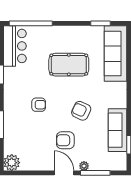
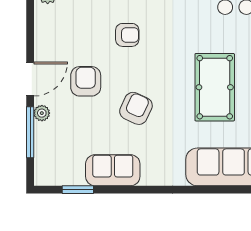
armchair: (39, 105) -> (127, 35), moved, turned -90
sofa: (117, 130) -> (113, 170), width x0.73

